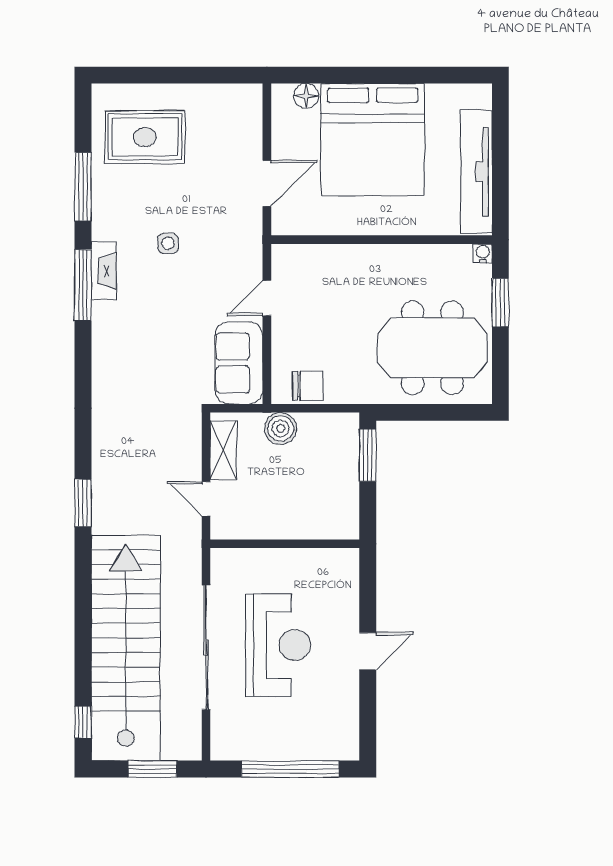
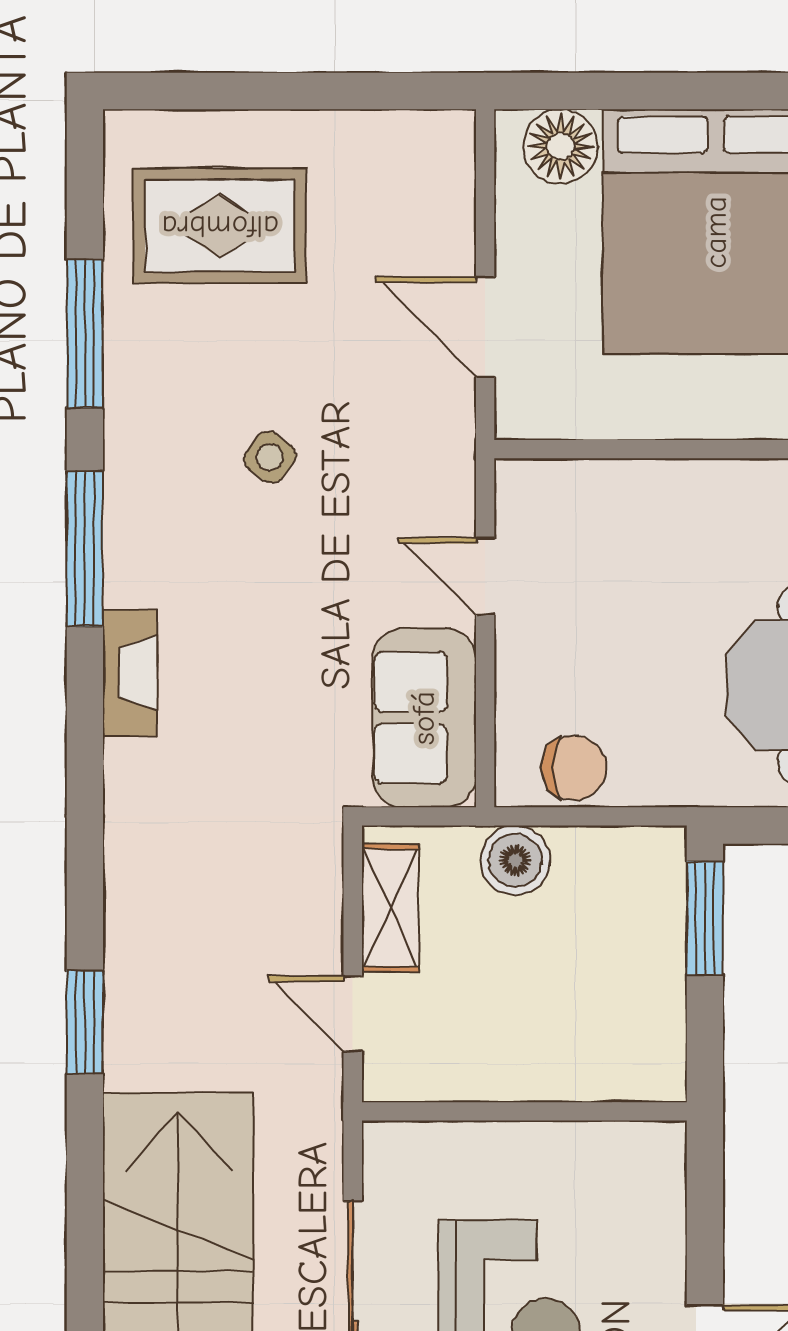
floor lamp: (306, 96) -> (561, 146), width x1.38, depth x1.38
door: (267, 183) -> (485, 327), swing flipped
side table: (168, 243) -> (270, 457), turned 37
fireplace: (104, 271) -> (130, 673), moved
door: (267, 298) -> (485, 577), hinge flipped

